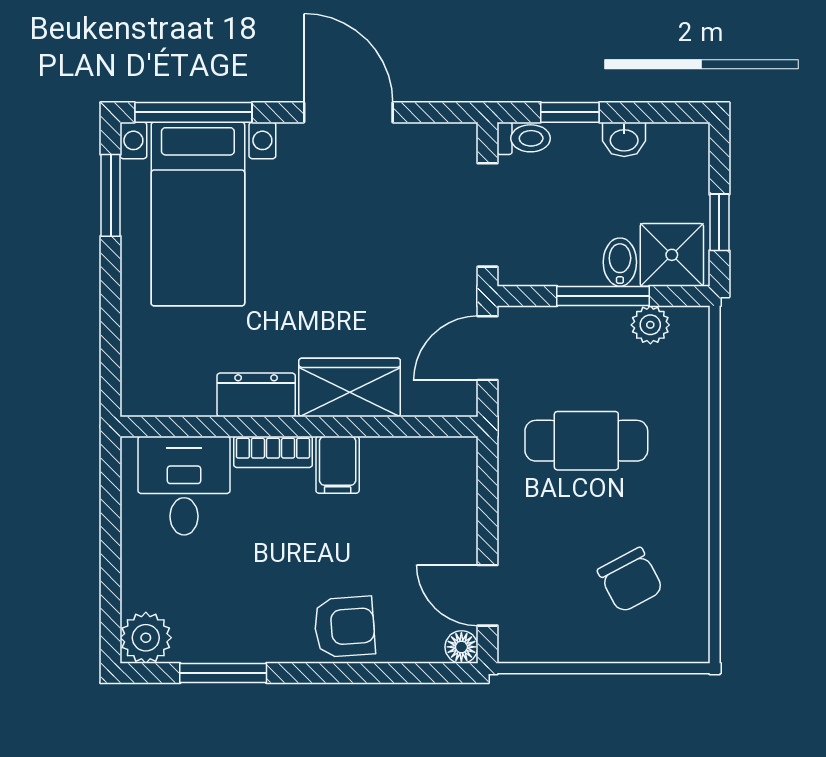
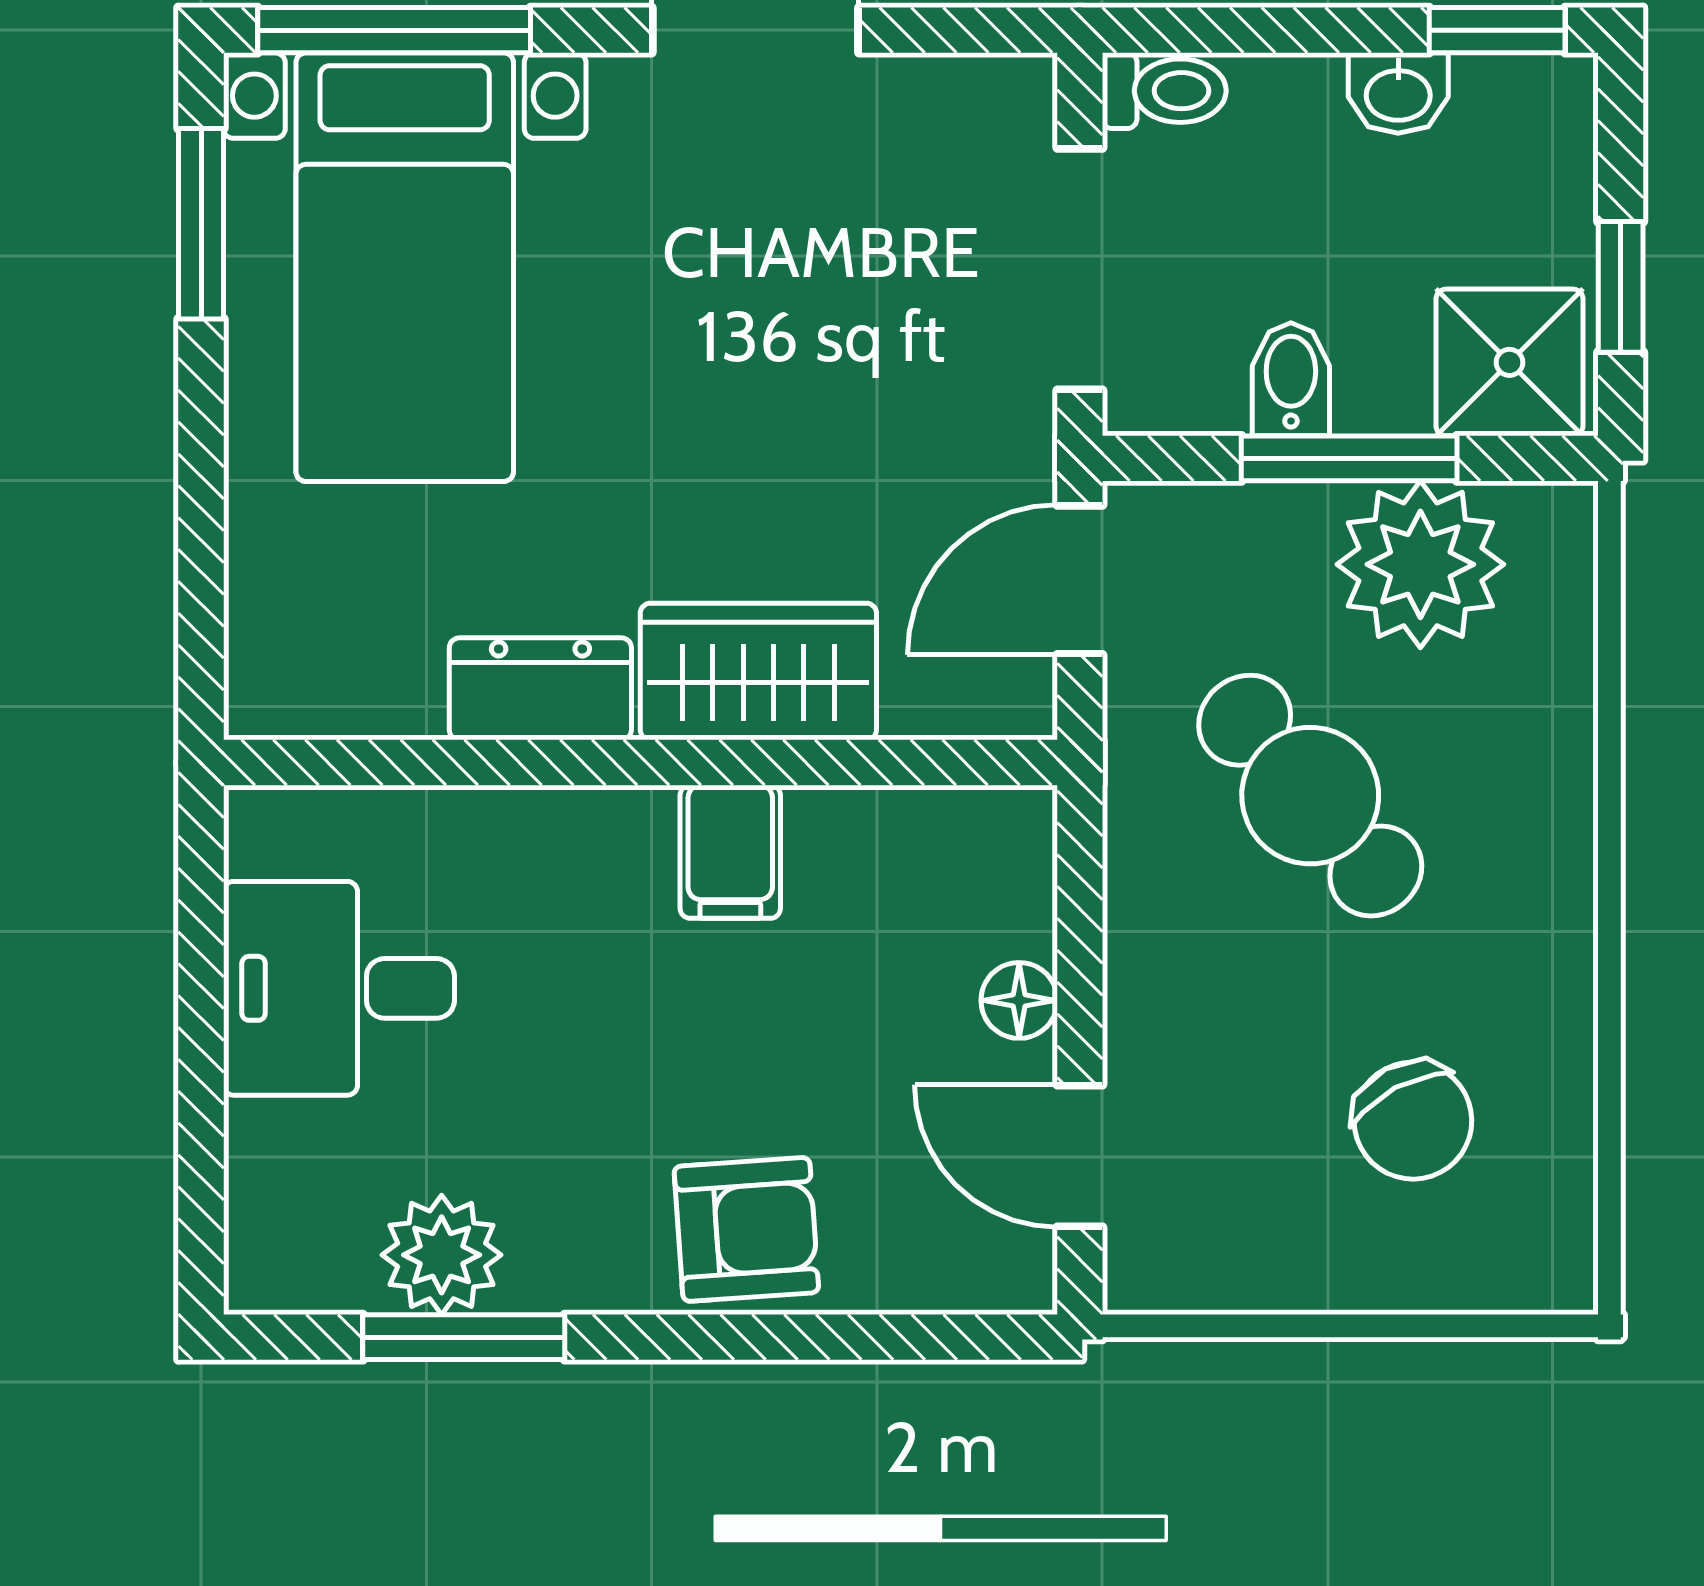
window: (570, 112) -> (1497, 30), moved
bidet: (620, 262) -> (1291, 379), moved
plant: (650, 325) -> (1420, 564), width x1.88, depth x1.88
cafe table: (586, 441) -> (1310, 796), turned 49
bookcase: (273, 452) -> (580, 822), removed
desk: (184, 486) -> (339, 988), moved, turned -90
plant: (146, 638) -> (442, 1255), moved
floor lamp: (461, 647) -> (1019, 1000), moved

